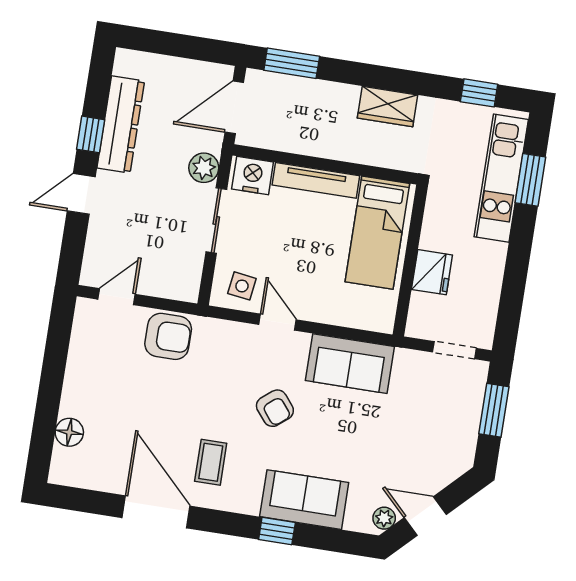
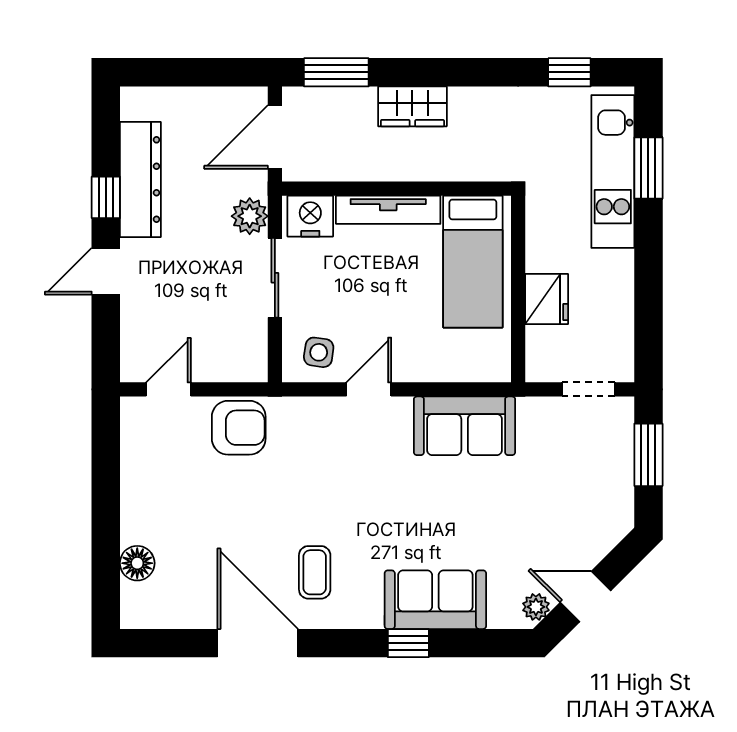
wardrobe: (387, 106) -> (412, 106), moved
door: (277, 322) -> (369, 389), hinge flipped
armchair: (275, 408) -> (382, 494), removed

